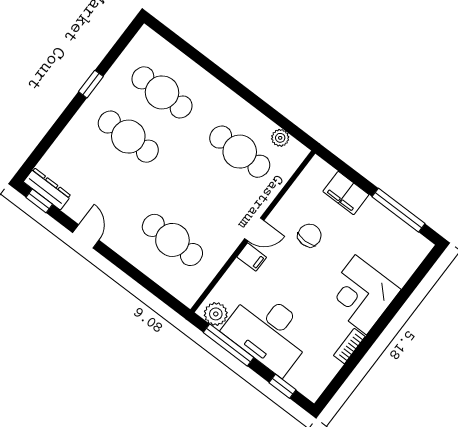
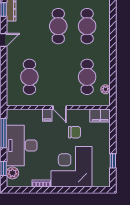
filing cabinet: (346, 193) -> (100, 116), moved, turned -90
window: (398, 210) -> (113, 161), width x0.46
corner desk: (361, 295) -> (72, 167), width x1.36, depth x1.36
plant: (216, 314) -> (12, 173), moved

